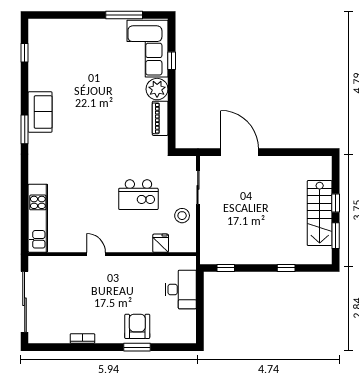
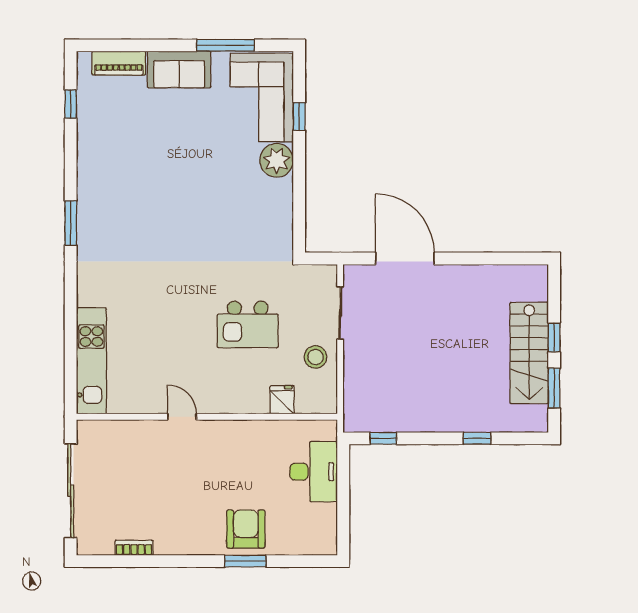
sofa: (40, 112) -> (179, 69), moved, turned 90
piano: (160, 118) -> (119, 63), moved, turned -90
bookcase: (82, 338) -> (134, 548), moved

